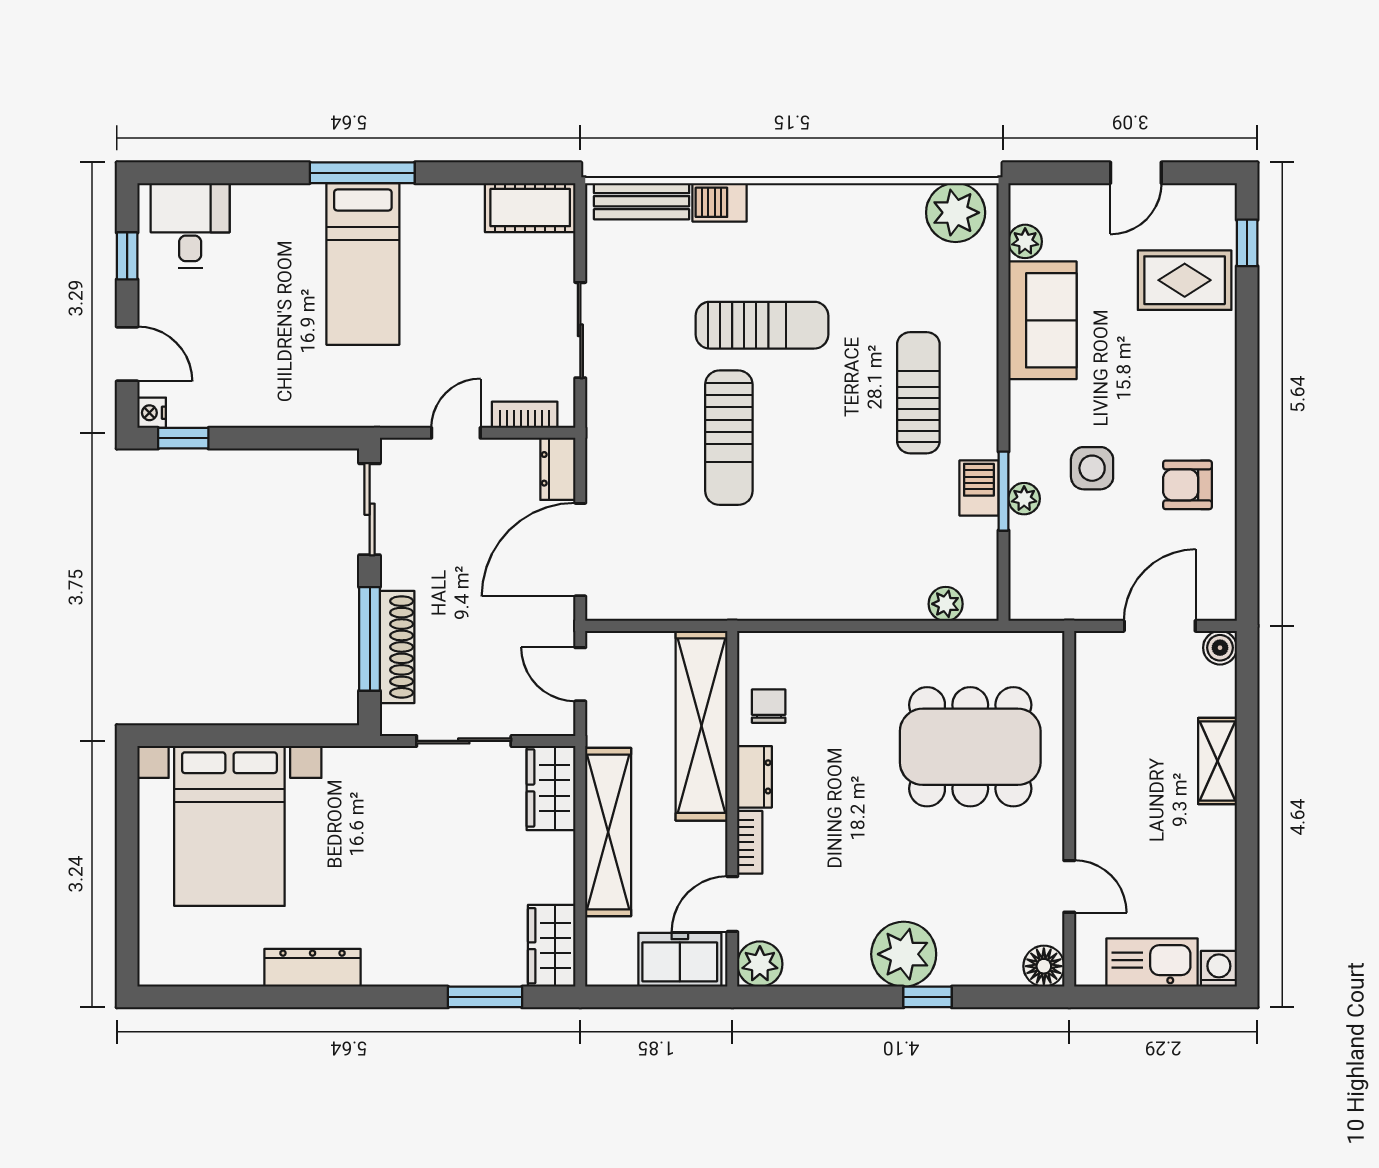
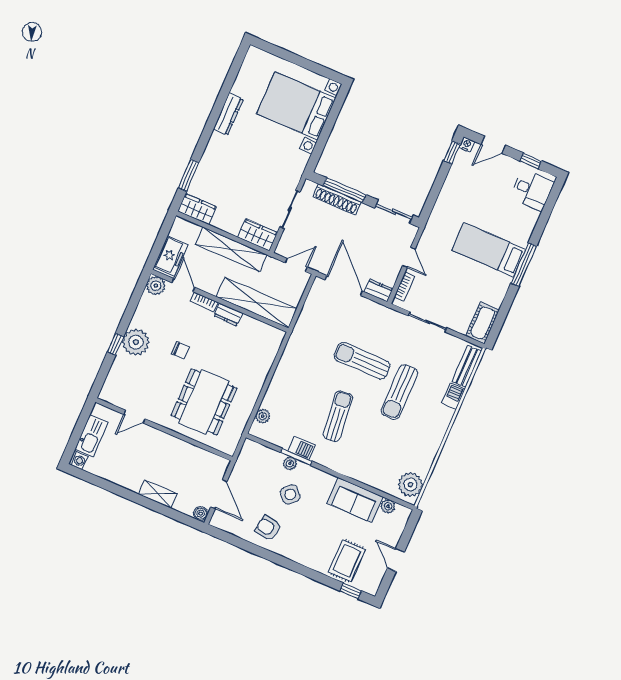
sun lounger: (918, 393) -> (338, 416), moved, turned -96
side table: (1092, 468) -> (290, 494), turned 45
armchair: (1187, 485) -> (268, 528), turned -82
chair: (769, 706) -> (180, 350), moved
floor lamp: (1044, 966) -> (108, 394), removed

